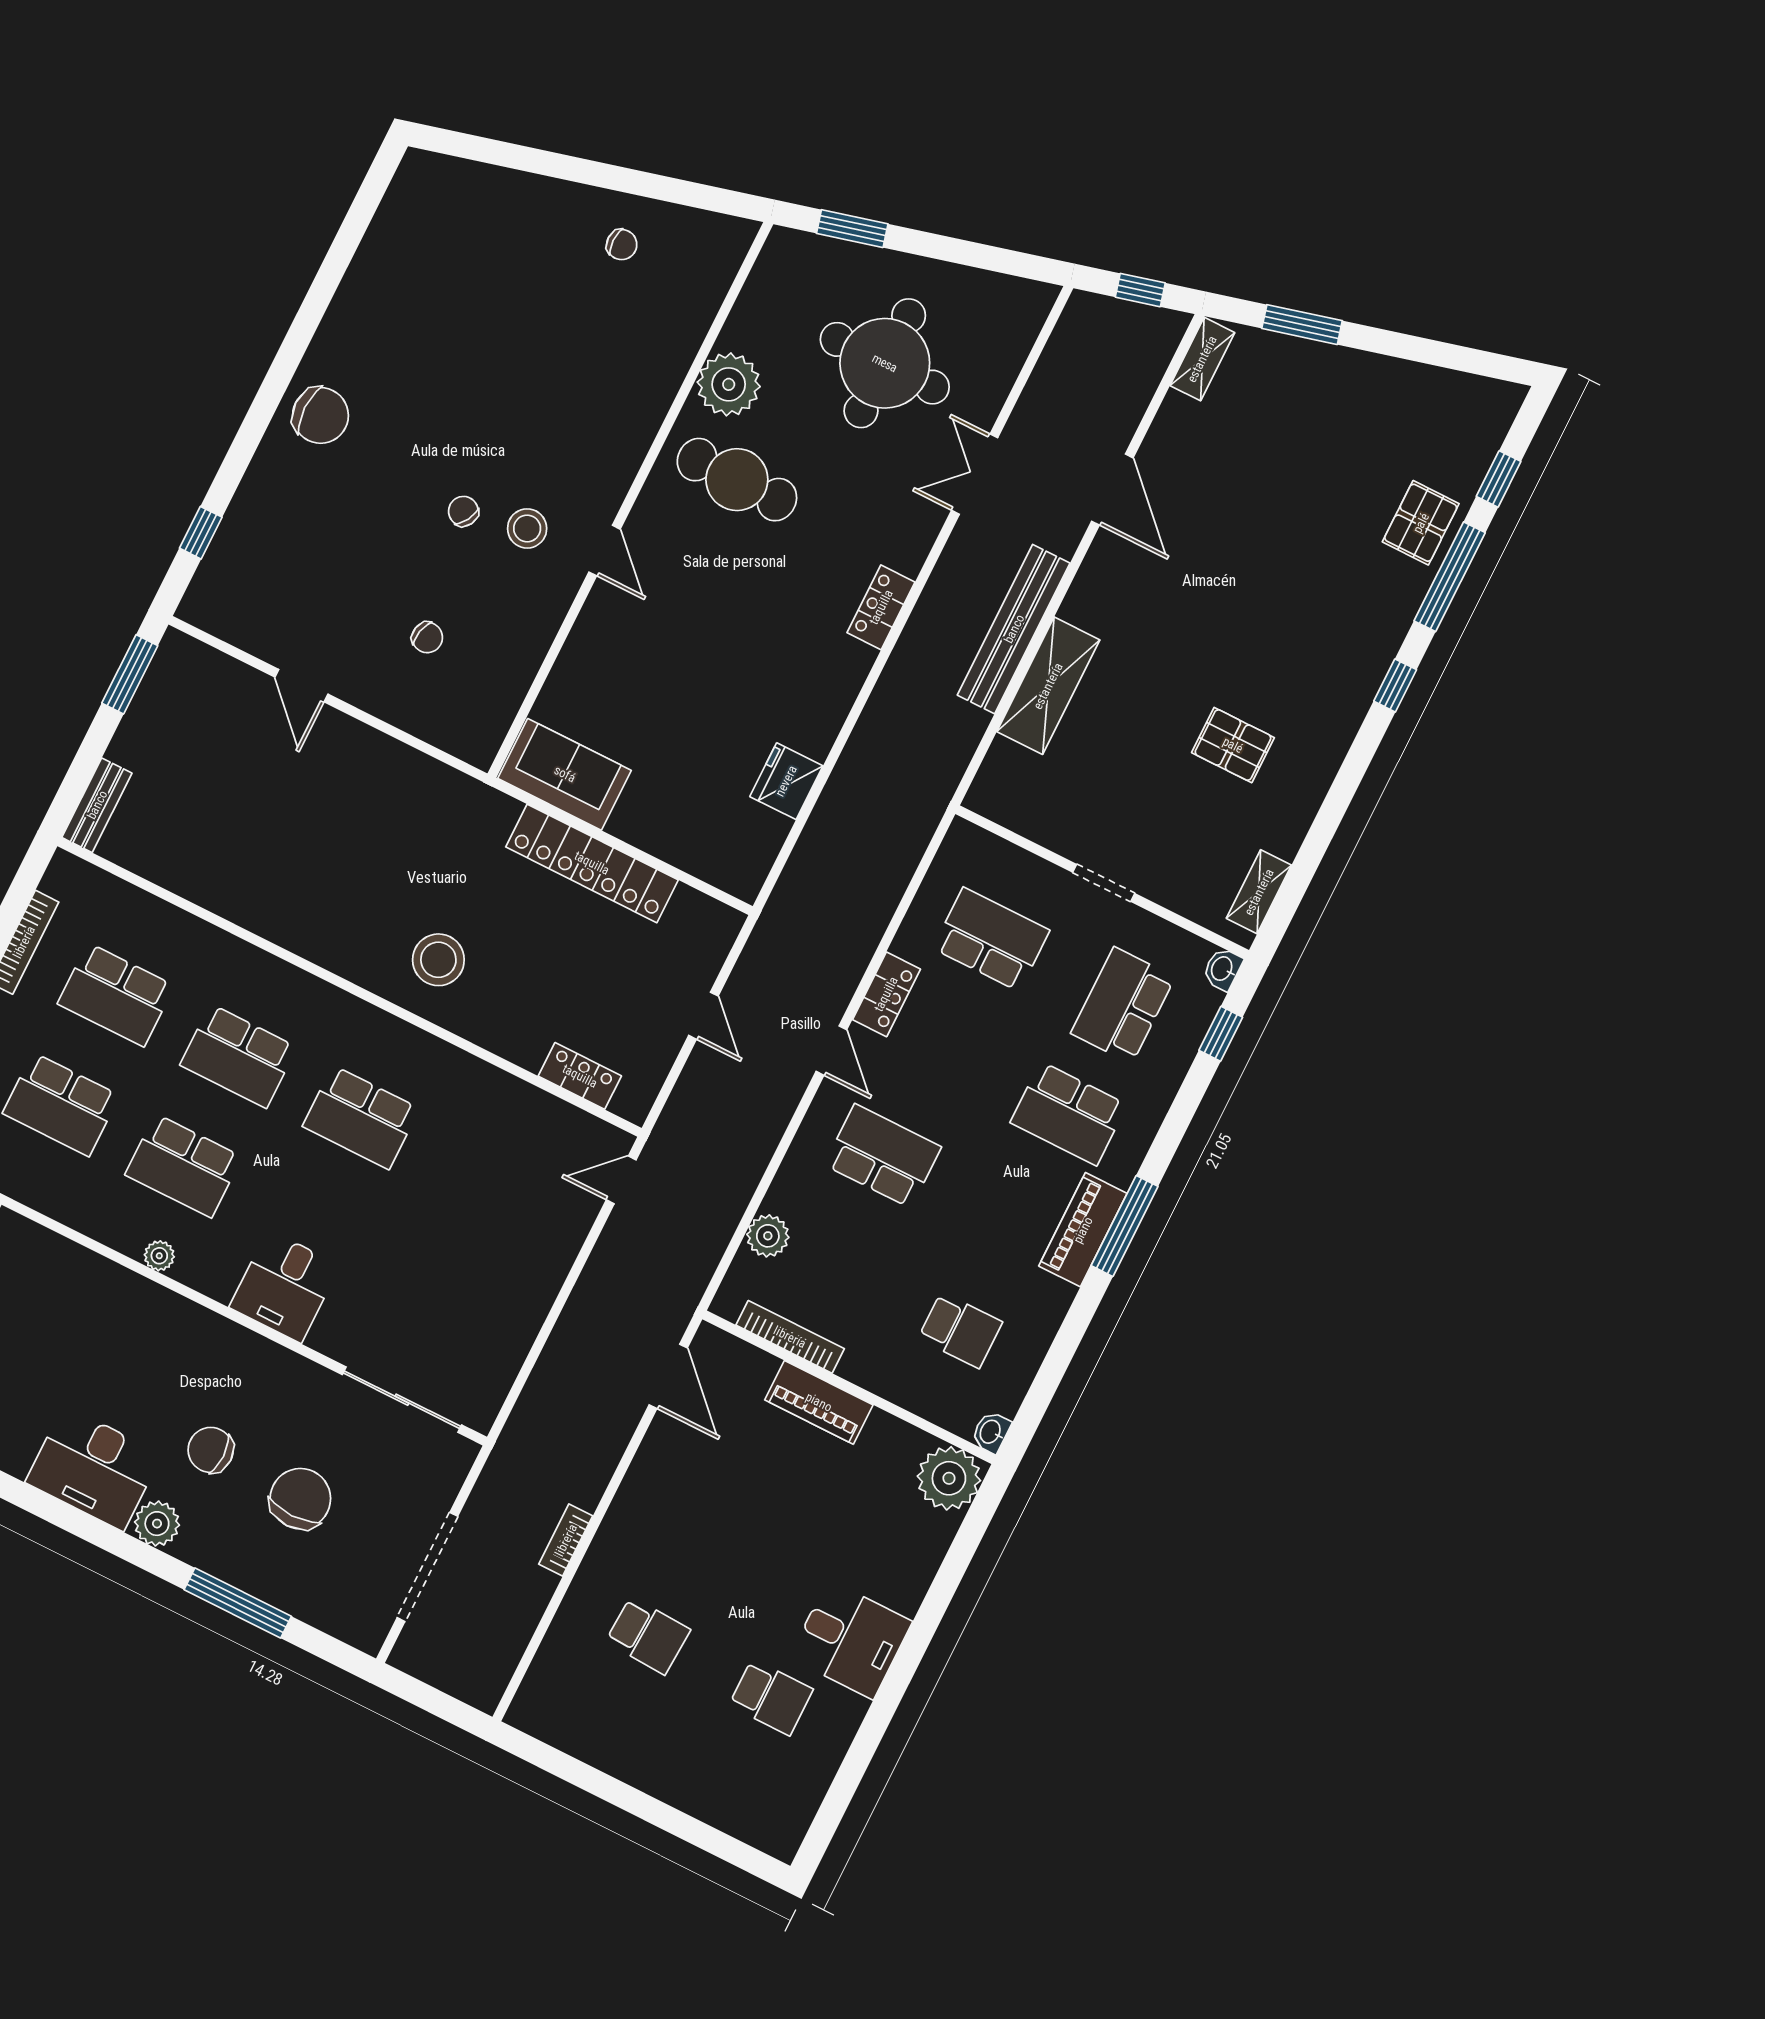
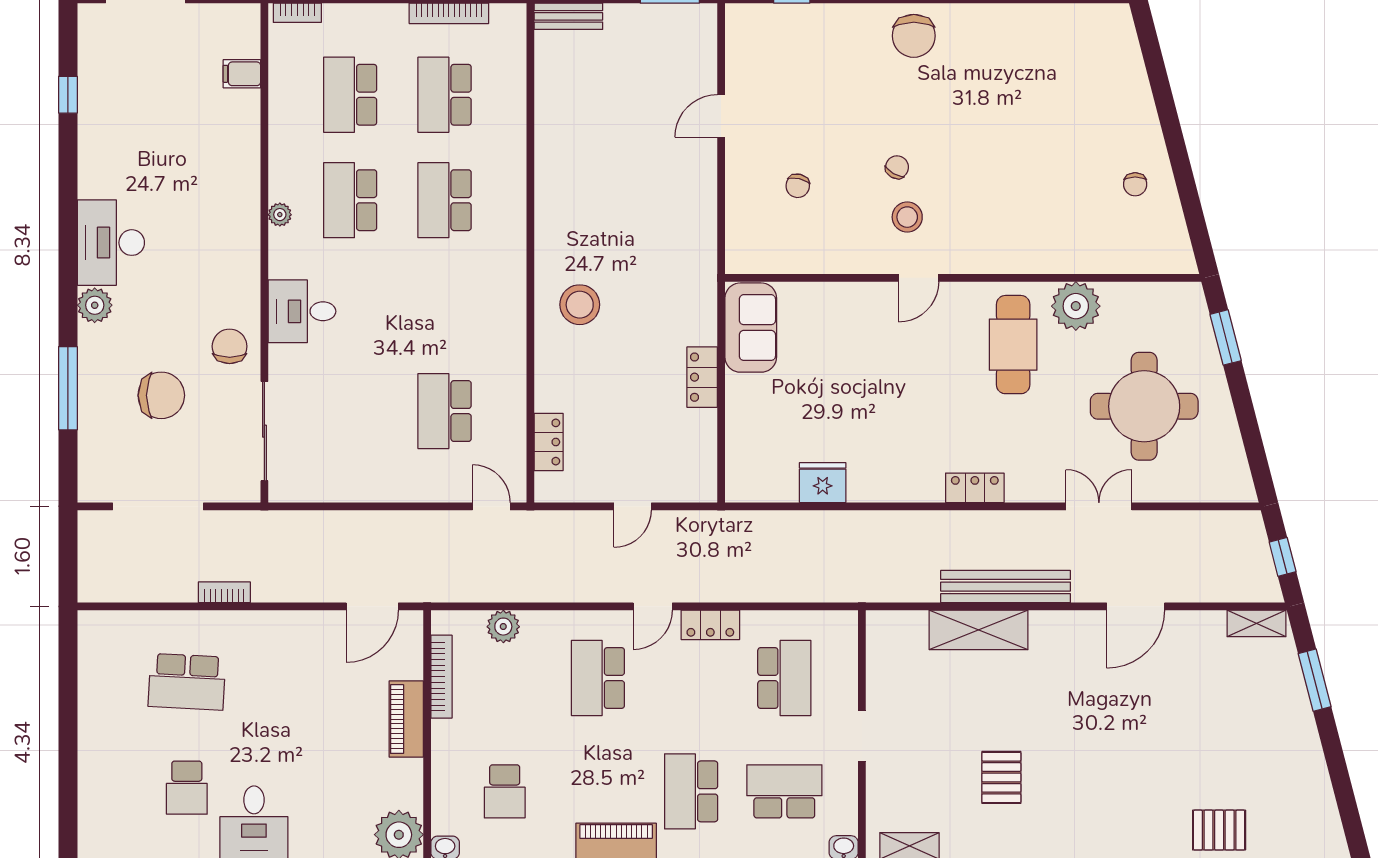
locker: (592, 863) -> (702, 377), width x0.46, depth x0.83
school desk: (361, 1117) -> (445, 411), moved
school desk: (883, 1156) -> (598, 678), turned 180
chair: (211, 1450) -> (230, 346), moved
school desk: (648, 1636) -> (187, 682), width x1.85

